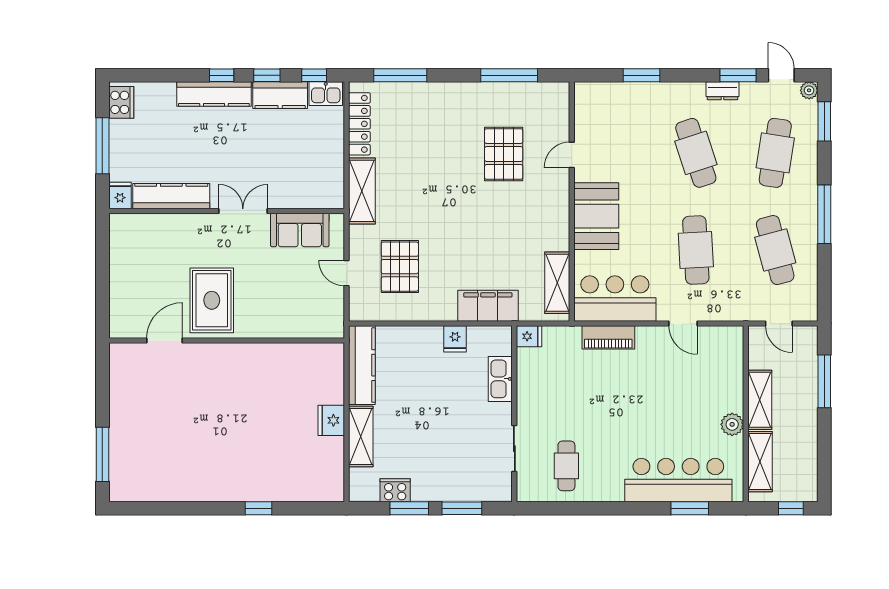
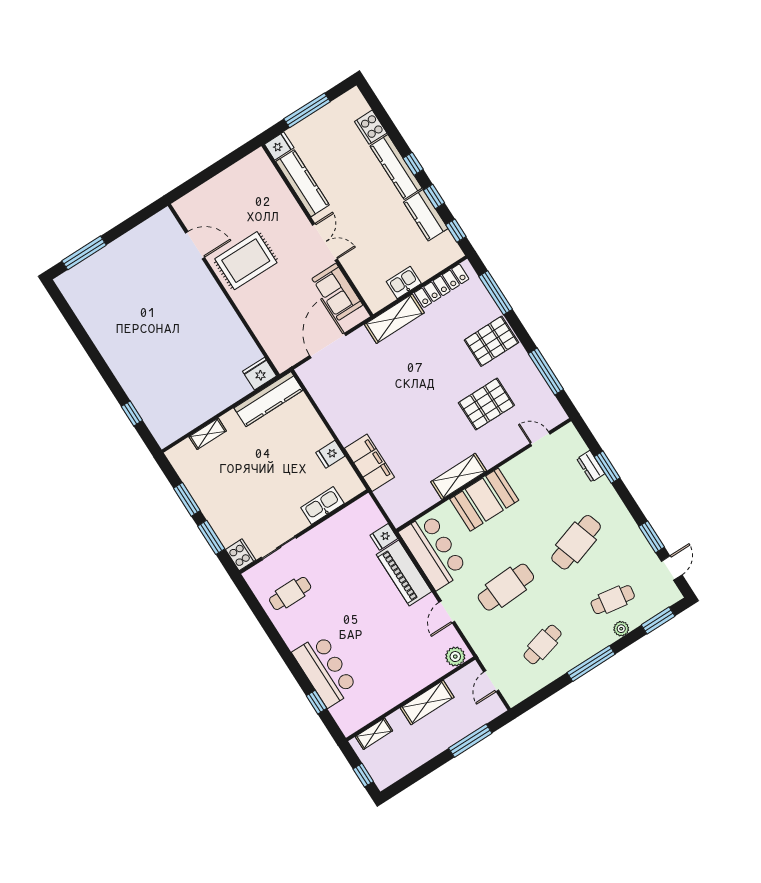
plant: (809, 90) -> (621, 629), moved
dresser: (722, 91) -> (591, 466), moved
kitchen sink: (326, 94) -> (404, 282), moved, turned 90
cooker: (121, 102) -> (371, 127), moved, turned 90
cafe table: (775, 153) -> (613, 600), width x0.73, depth x0.74
door: (572, 155) -> (540, 439), moved
cafe table: (775, 250) -> (543, 645), width x0.73, depth x0.74
pallet: (400, 267) -> (491, 341), moved
door: (347, 273) -> (328, 346), width x1.87
shelving: (557, 283) -> (459, 476), moved
fridge: (529, 336) -> (384, 537), moved, turned 90
piano: (608, 337) -> (404, 573), width x1.37, depth x1.33
fridge: (331, 420) -> (260, 374), moved
plant: (732, 424) -> (455, 657), moved
shelving: (361, 437) -> (208, 434), width x0.67, depth x0.75
shelving: (760, 462) -> (374, 734), width x0.67, depth x0.75
bar counter: (678, 480) -> (325, 671), width x0.73
cooker: (395, 490) -> (241, 555), moved
window: (259, 508) -> (132, 413), moved
window: (690, 508) -> (317, 702), width x0.67

